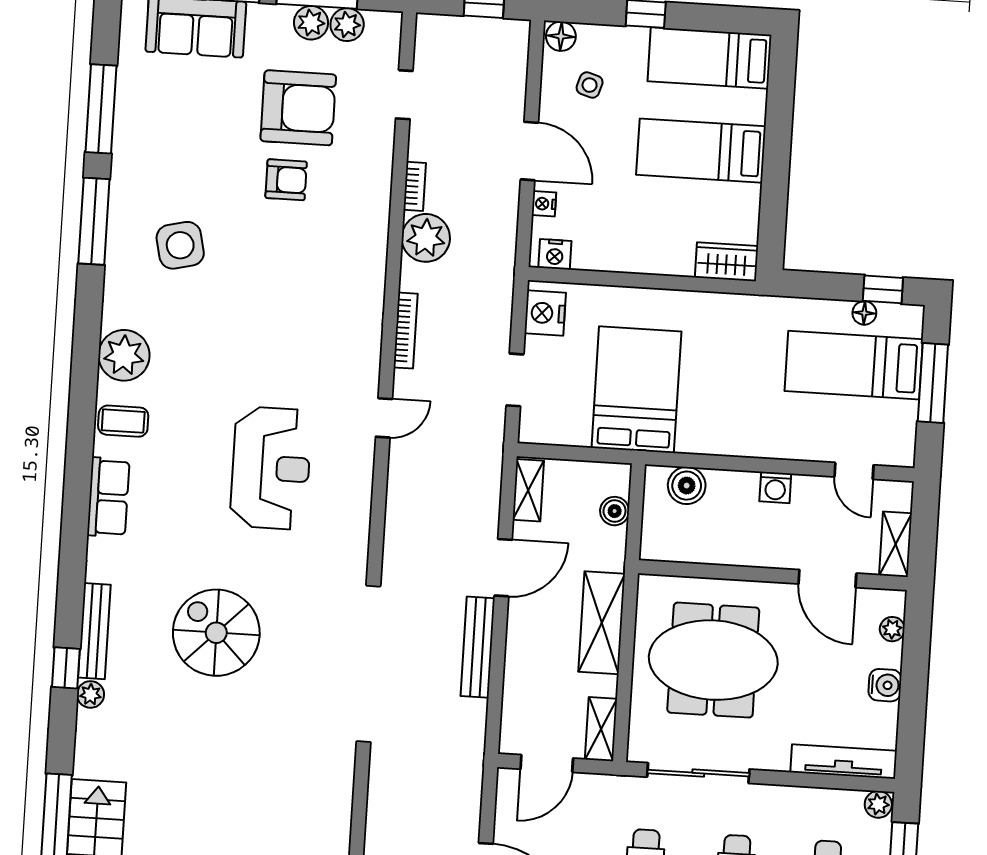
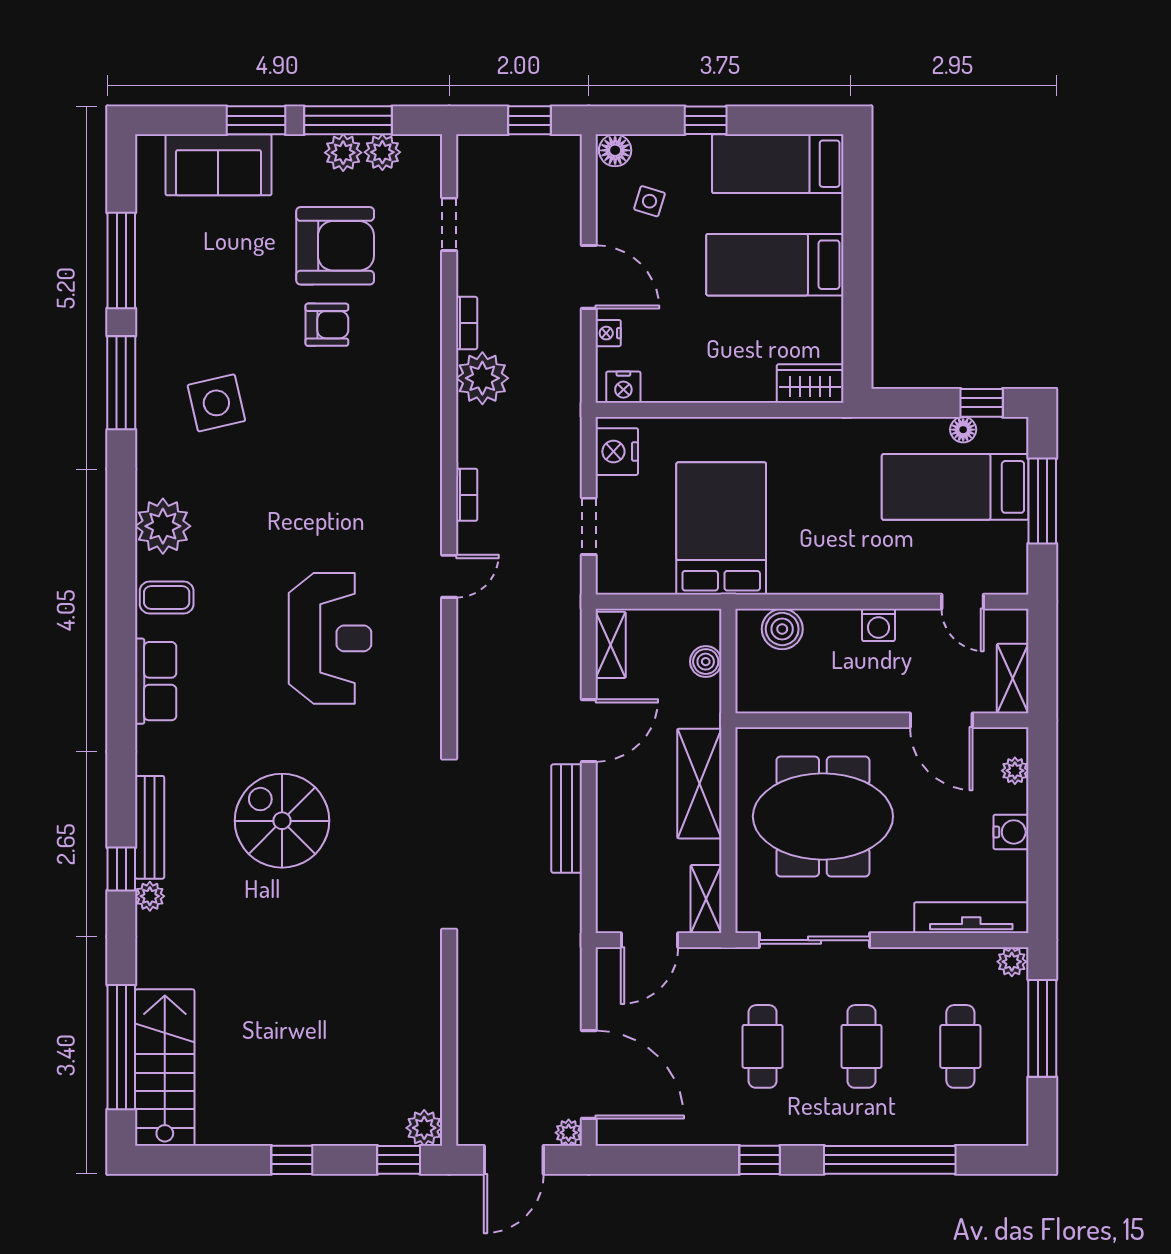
bookcase: (406, 331) -> (467, 495), width x0.64

